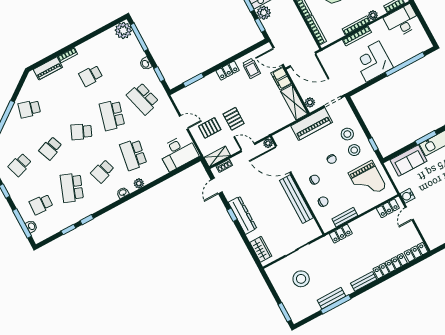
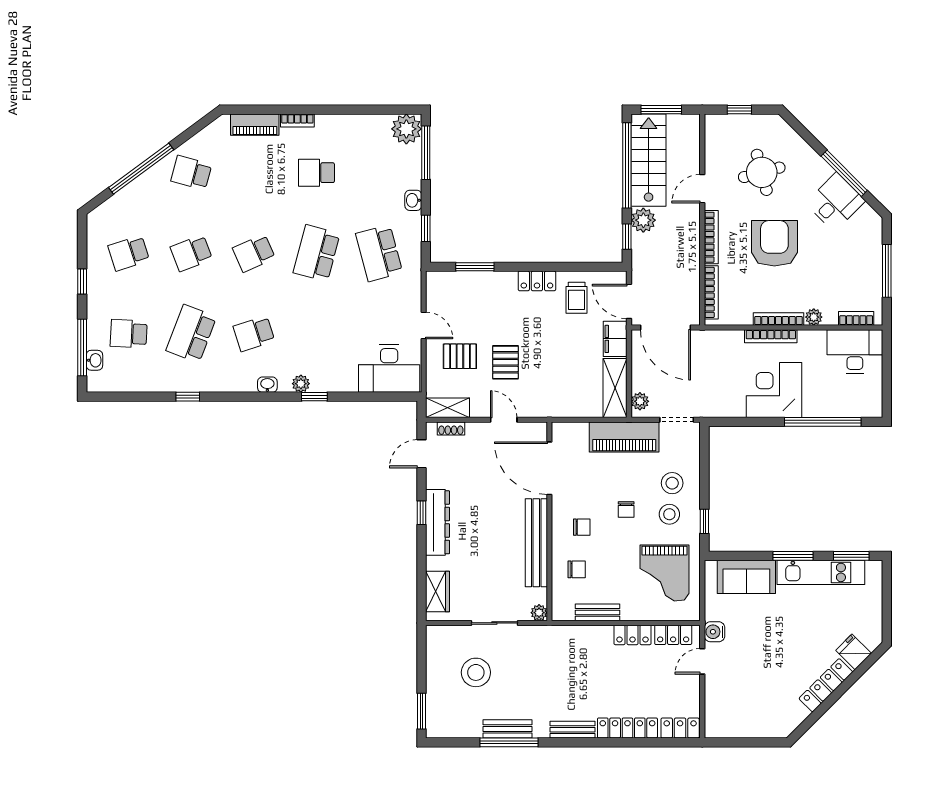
school desk: (81, 132) -> (254, 253), turned -48
plant: (268, 143) -> (539, 613), moved
school desk: (133, 155) -> (317, 334), removed
window: (68, 230) -> (314, 397), moved
locker: (341, 234) -> (632, 635), moved

